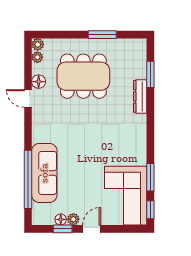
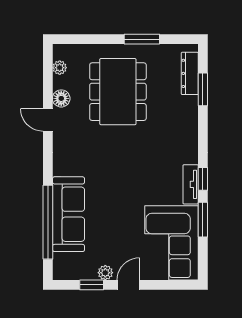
plant: (38, 44) -> (60, 51), removed
dining table: (83, 76) -> (118, 92), turned 90
dresser: (140, 96) -> (190, 73), moved
tv unit: (141, 149) -> (191, 184), added
window: (150, 210) -> (203, 179), moved
floor lamp: (61, 219) -> (89, 273), removed

